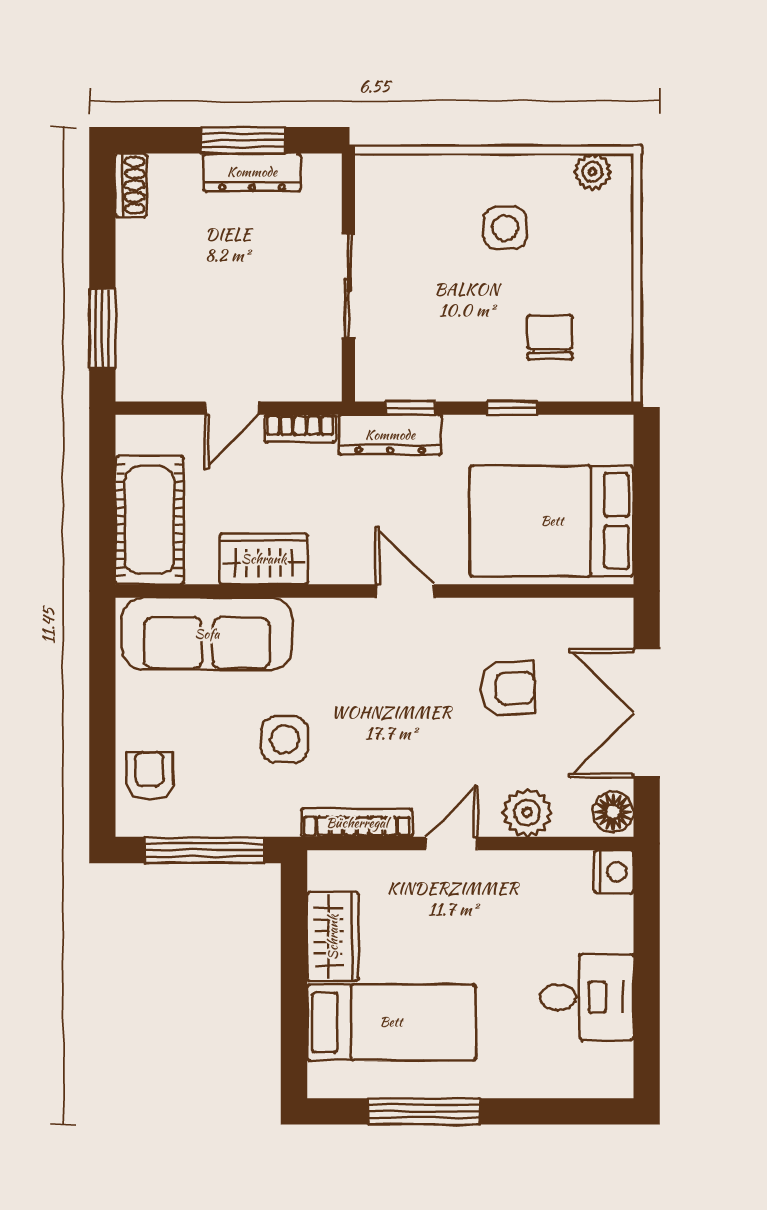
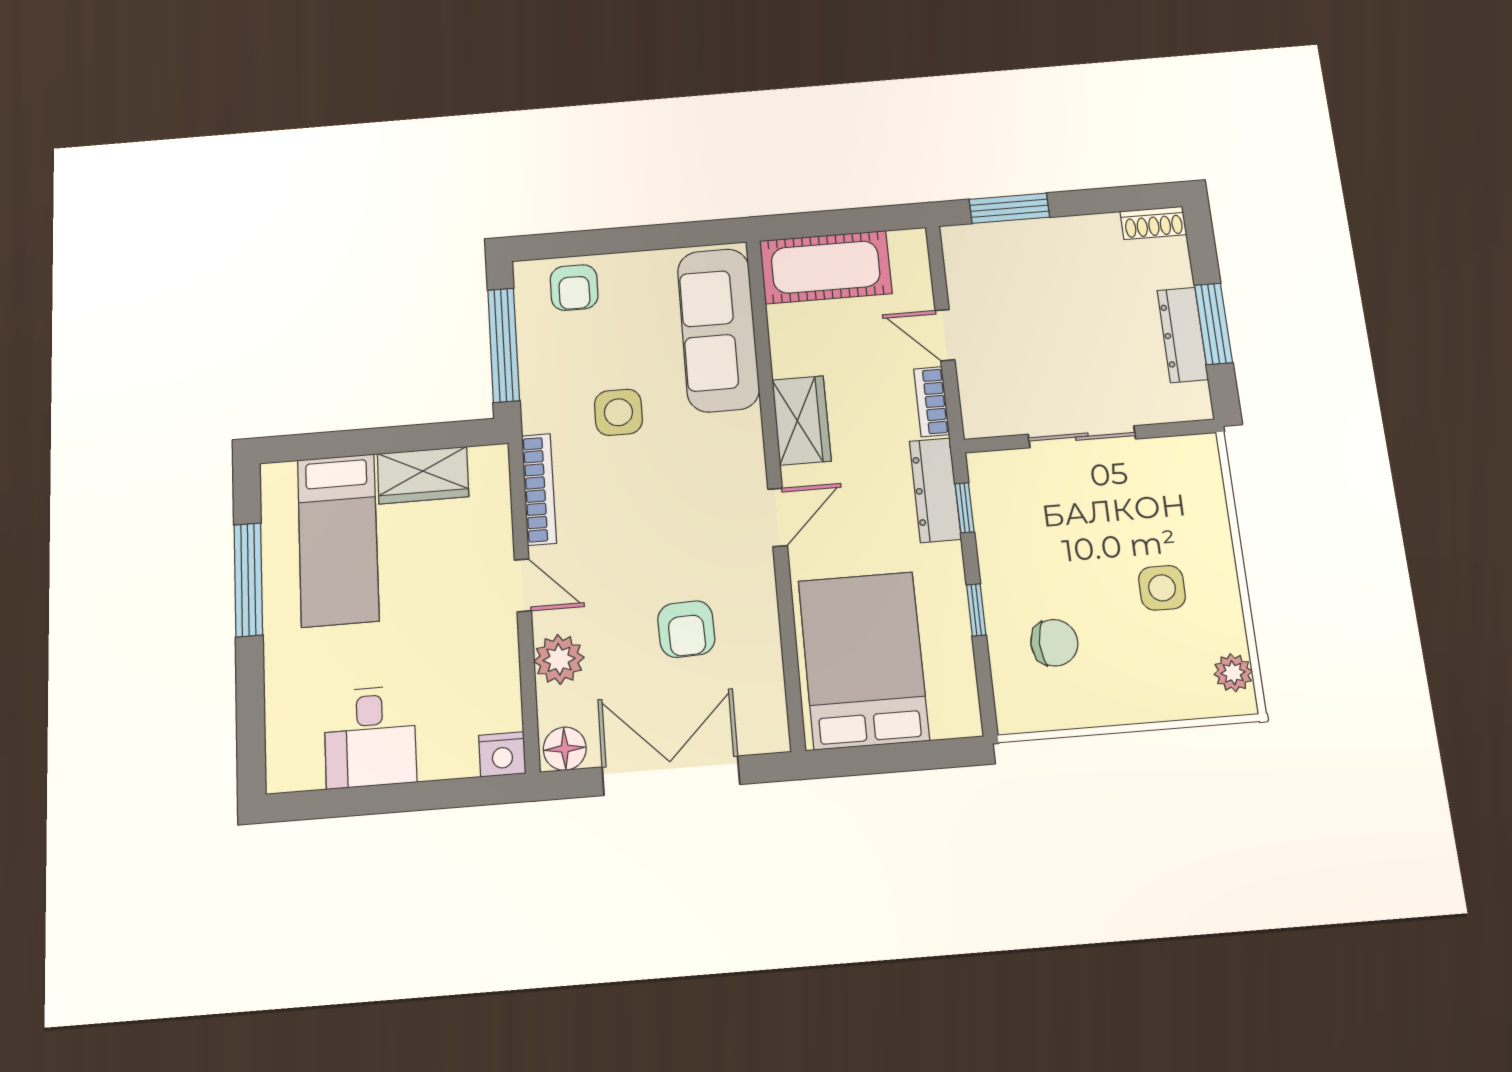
wardrobe: (264, 559) -> (802, 420), moved
armchair: (149, 776) -> (574, 288), turned 90

